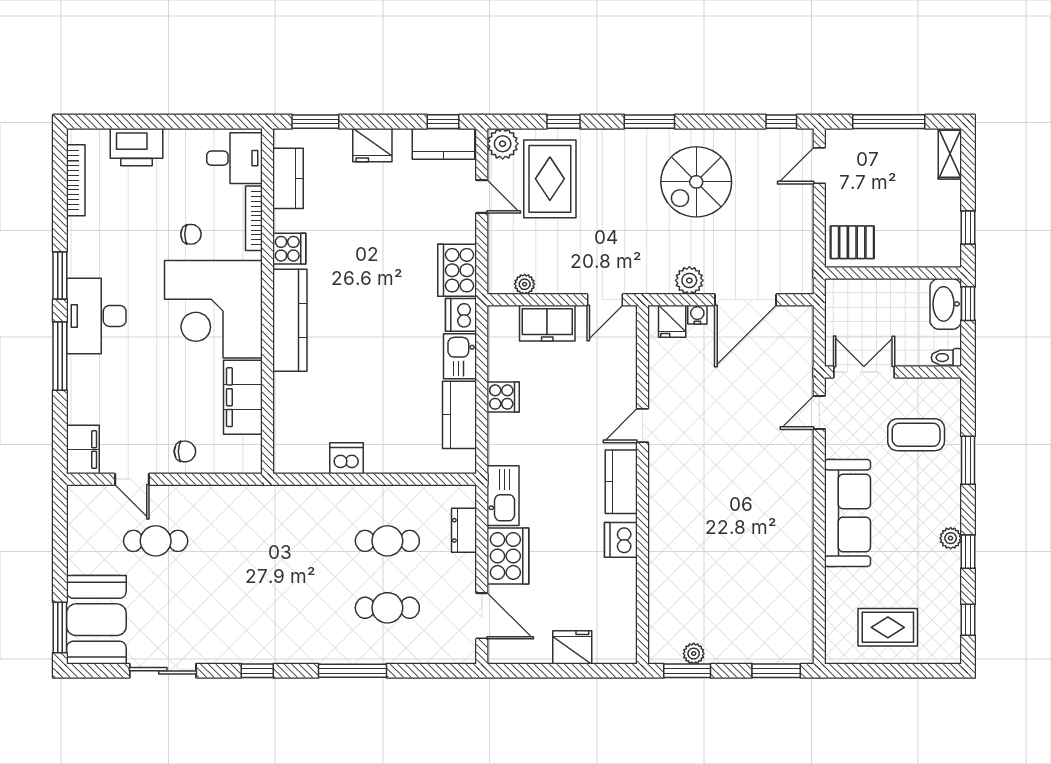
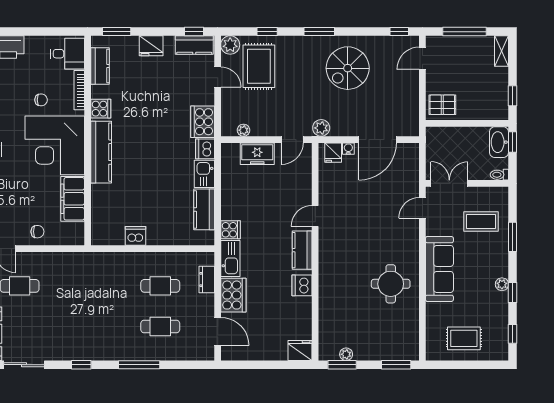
plant: (689, 280) -> (321, 128), moved
cooker: (503, 397) -> (231, 230), moved
round table: (767, 537) -> (391, 284), added
fridge: (572, 647) -> (300, 350), moved

